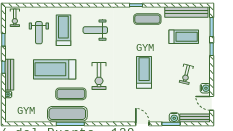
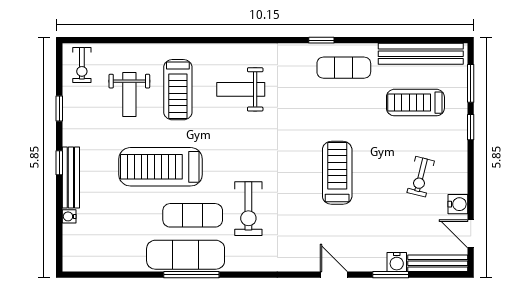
treadmill: (63, 30) -> (178, 90), turned 180
treadmill: (184, 37) -> (415, 103), turned 180
exercise bike: (99, 76) -> (248, 209), moved

